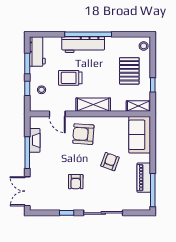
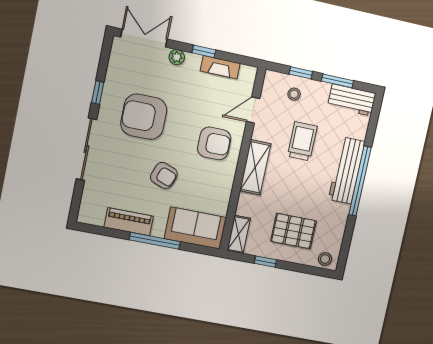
armchair: (83, 134) -> (214, 143), turned 86
window: (27, 153) -> (204, 51), width x0.46
plant: (34, 169) -> (177, 57), added
armchair: (76, 182) -> (144, 117), width x1.88, depth x1.88
window: (153, 190) -> (155, 241), moved

